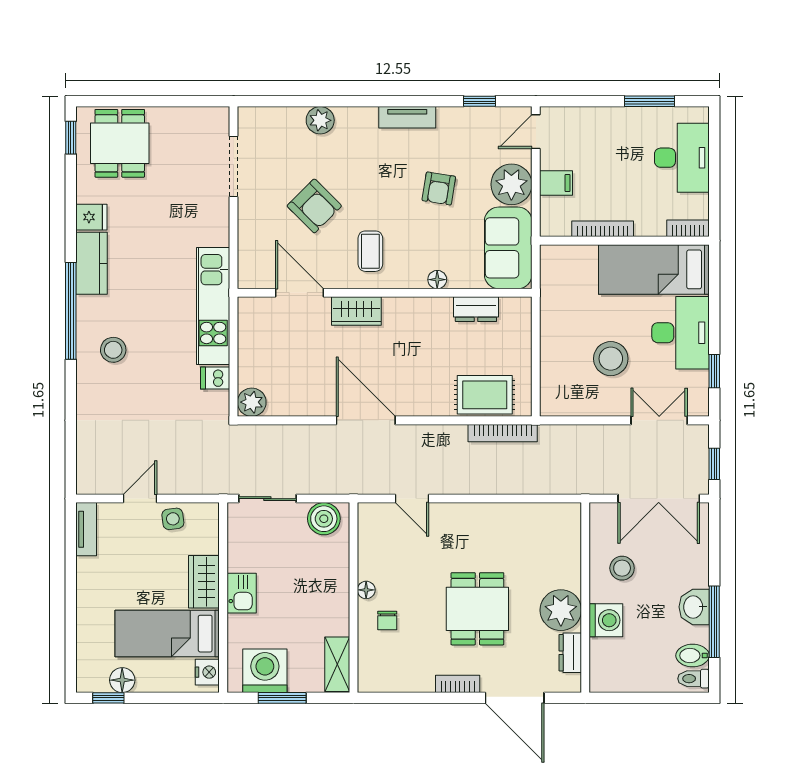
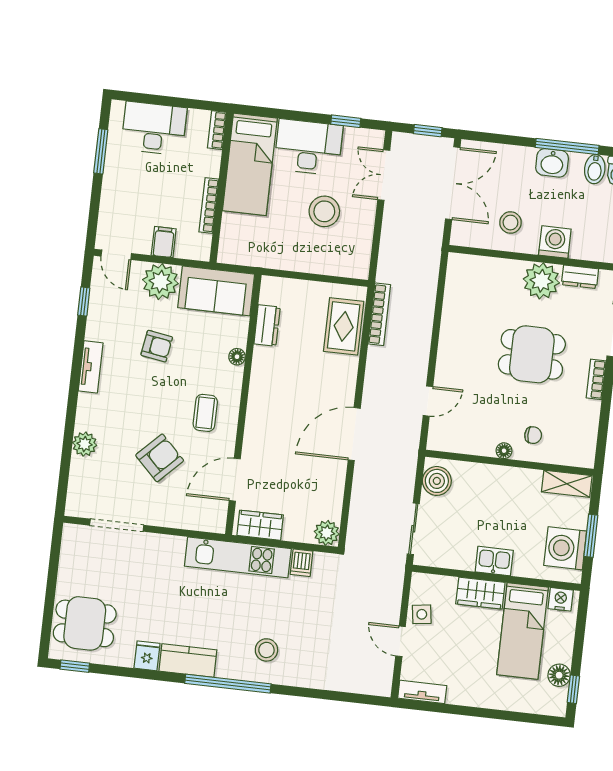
coffee table: (370, 251) -> (205, 413), turned 90
wardrobe: (356, 311) -> (260, 525), moved, turned -90

